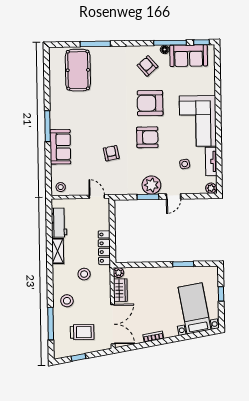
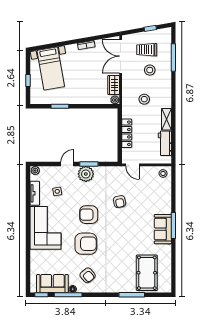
sofa: (60, 147) -> (163, 229), moved
locker: (104, 248) -> (127, 133), moved
stool: (67, 301) -> (150, 70), moved

